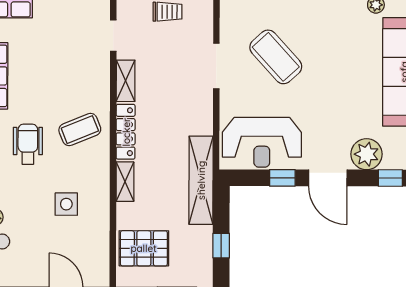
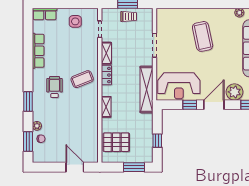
coffee table: (276, 57) -> (203, 36), moved, turned 30
locker: (126, 132) -> (106, 75), width x0.66
door: (328, 178) -> (214, 105), swing flipped
shelving: (201, 180) -> (147, 90), moved
side table: (66, 204) -> (75, 21), moved

